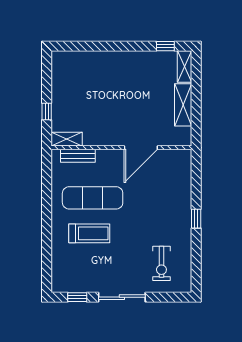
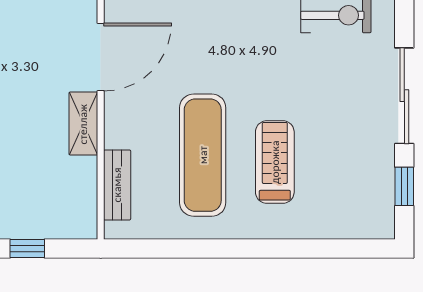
shelving: (67, 139) -> (83, 124), moved
door: (141, 148) -> (101, 57), hinge flipped

